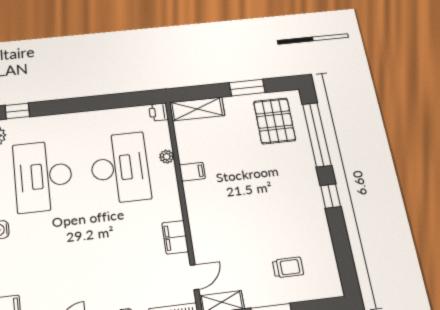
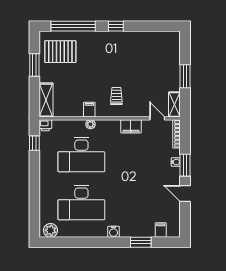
window: (17, 111) -> (34, 143), moved
plant: (167, 157) -> (90, 124), moved
desk: (120, 168) -> (81, 154), turned 180
trolley: (288, 267) -> (116, 96), moved

